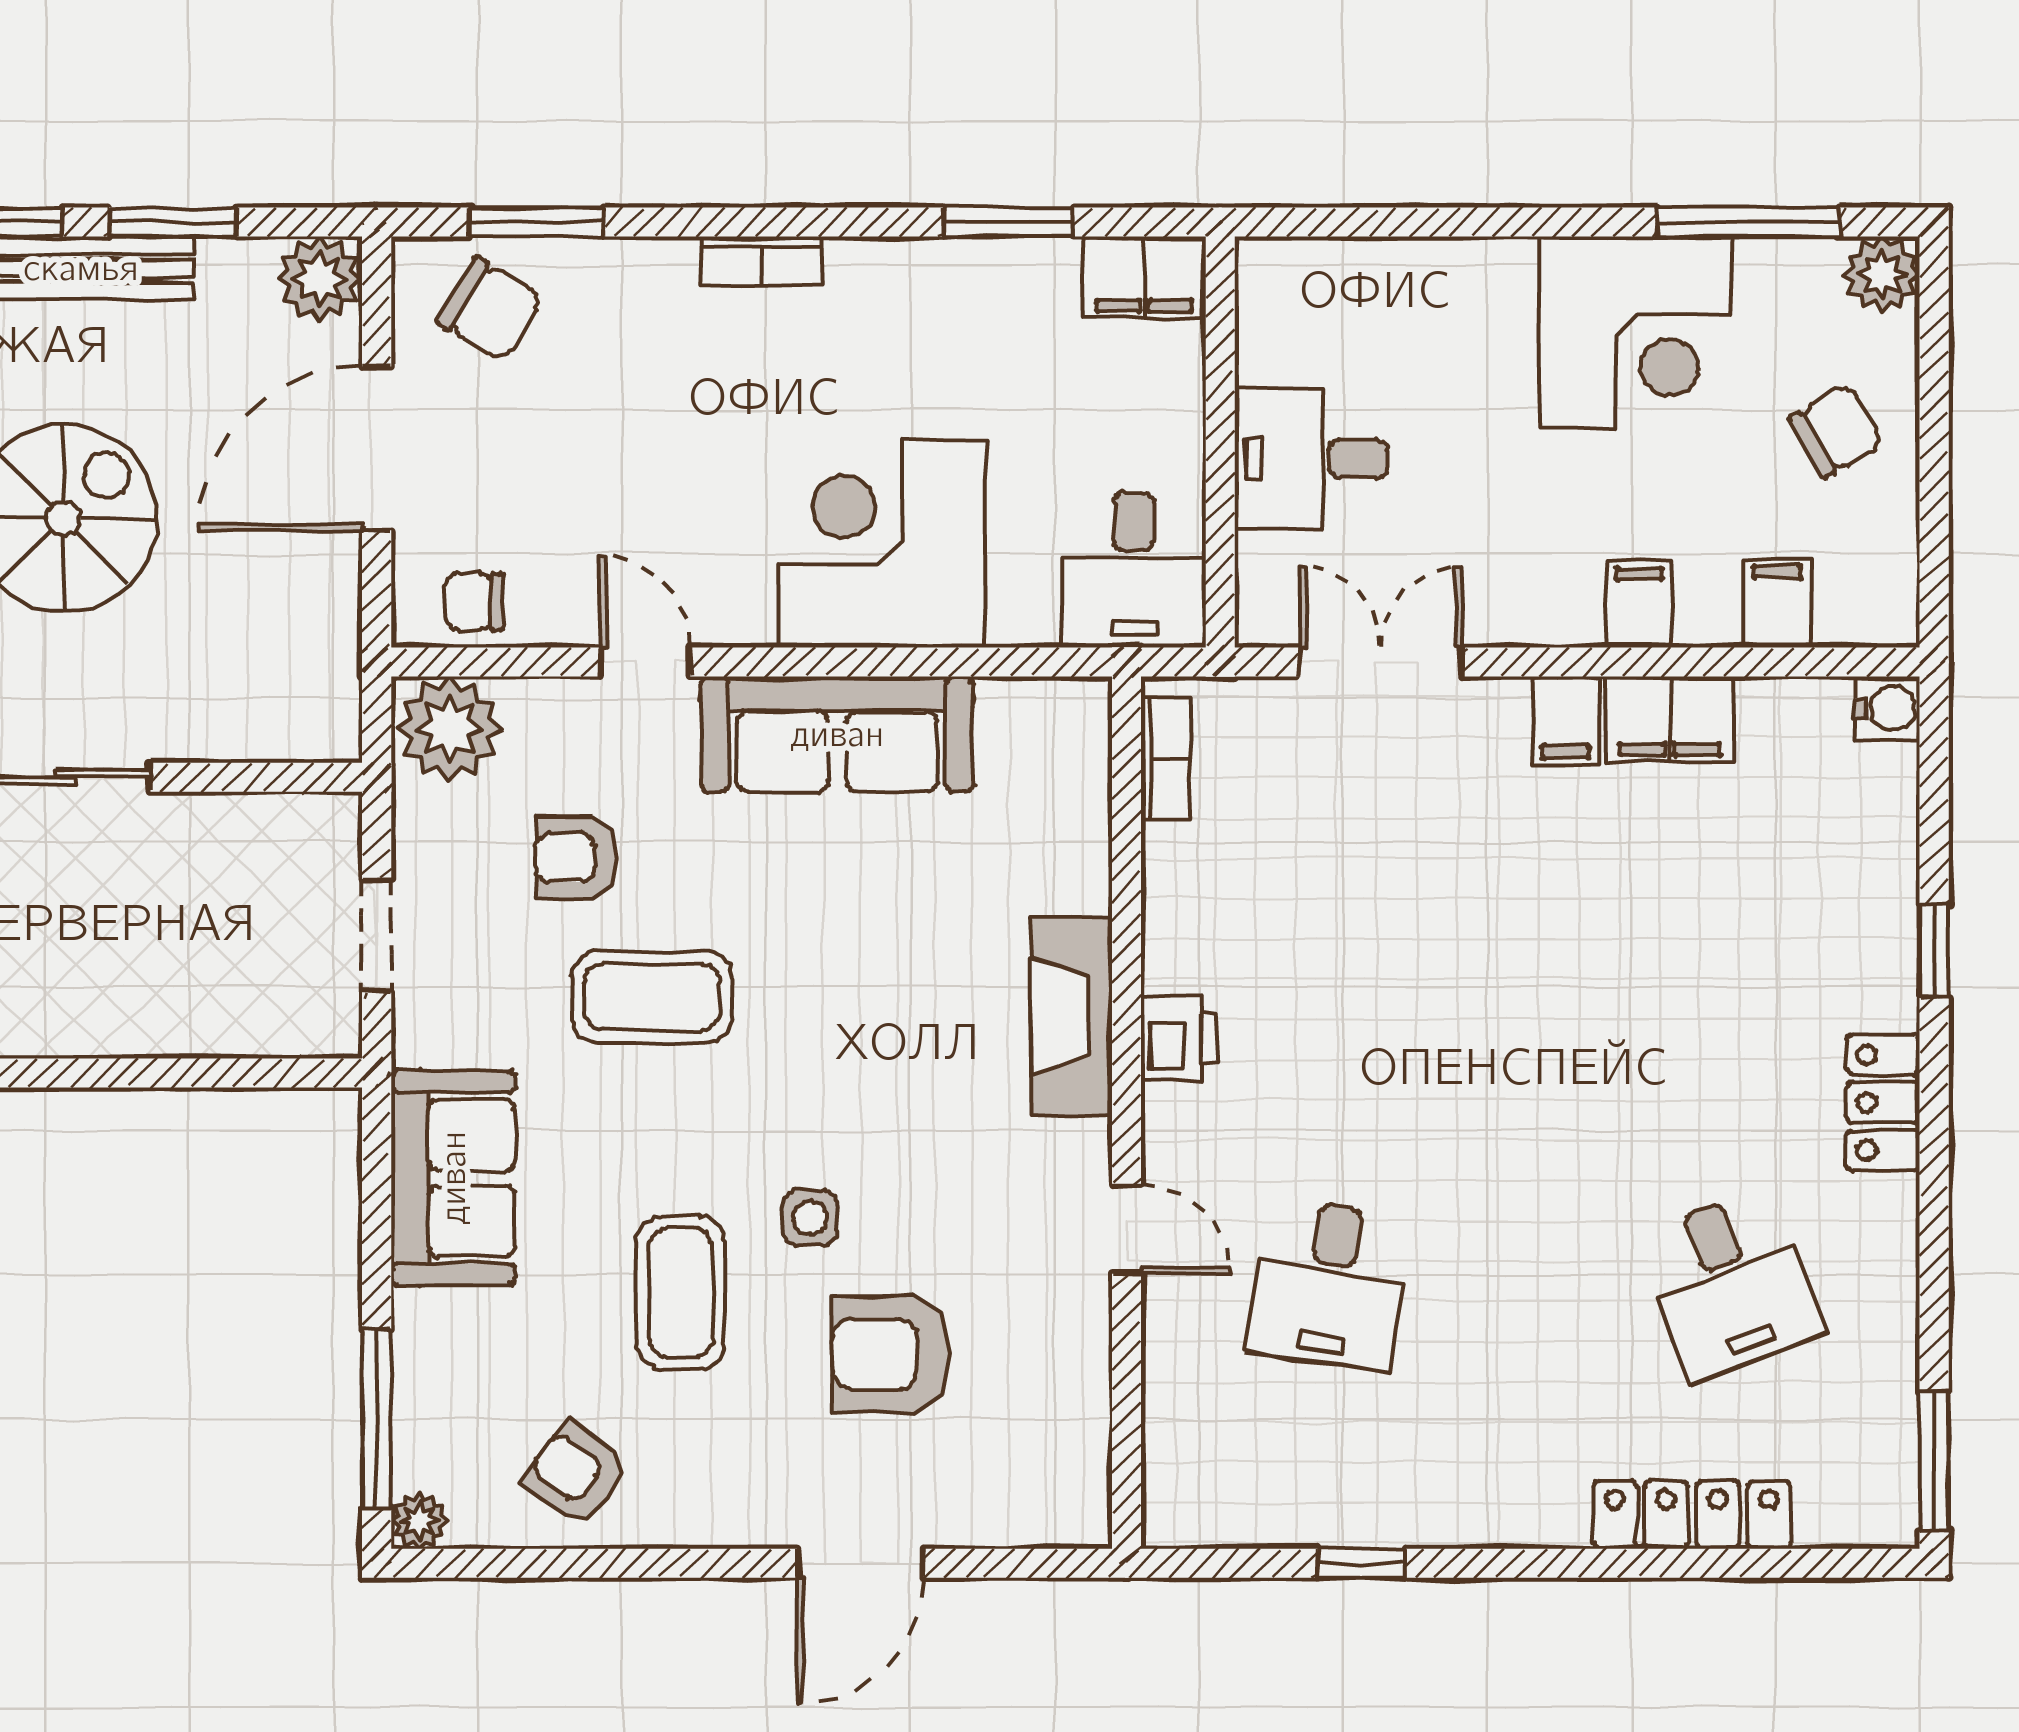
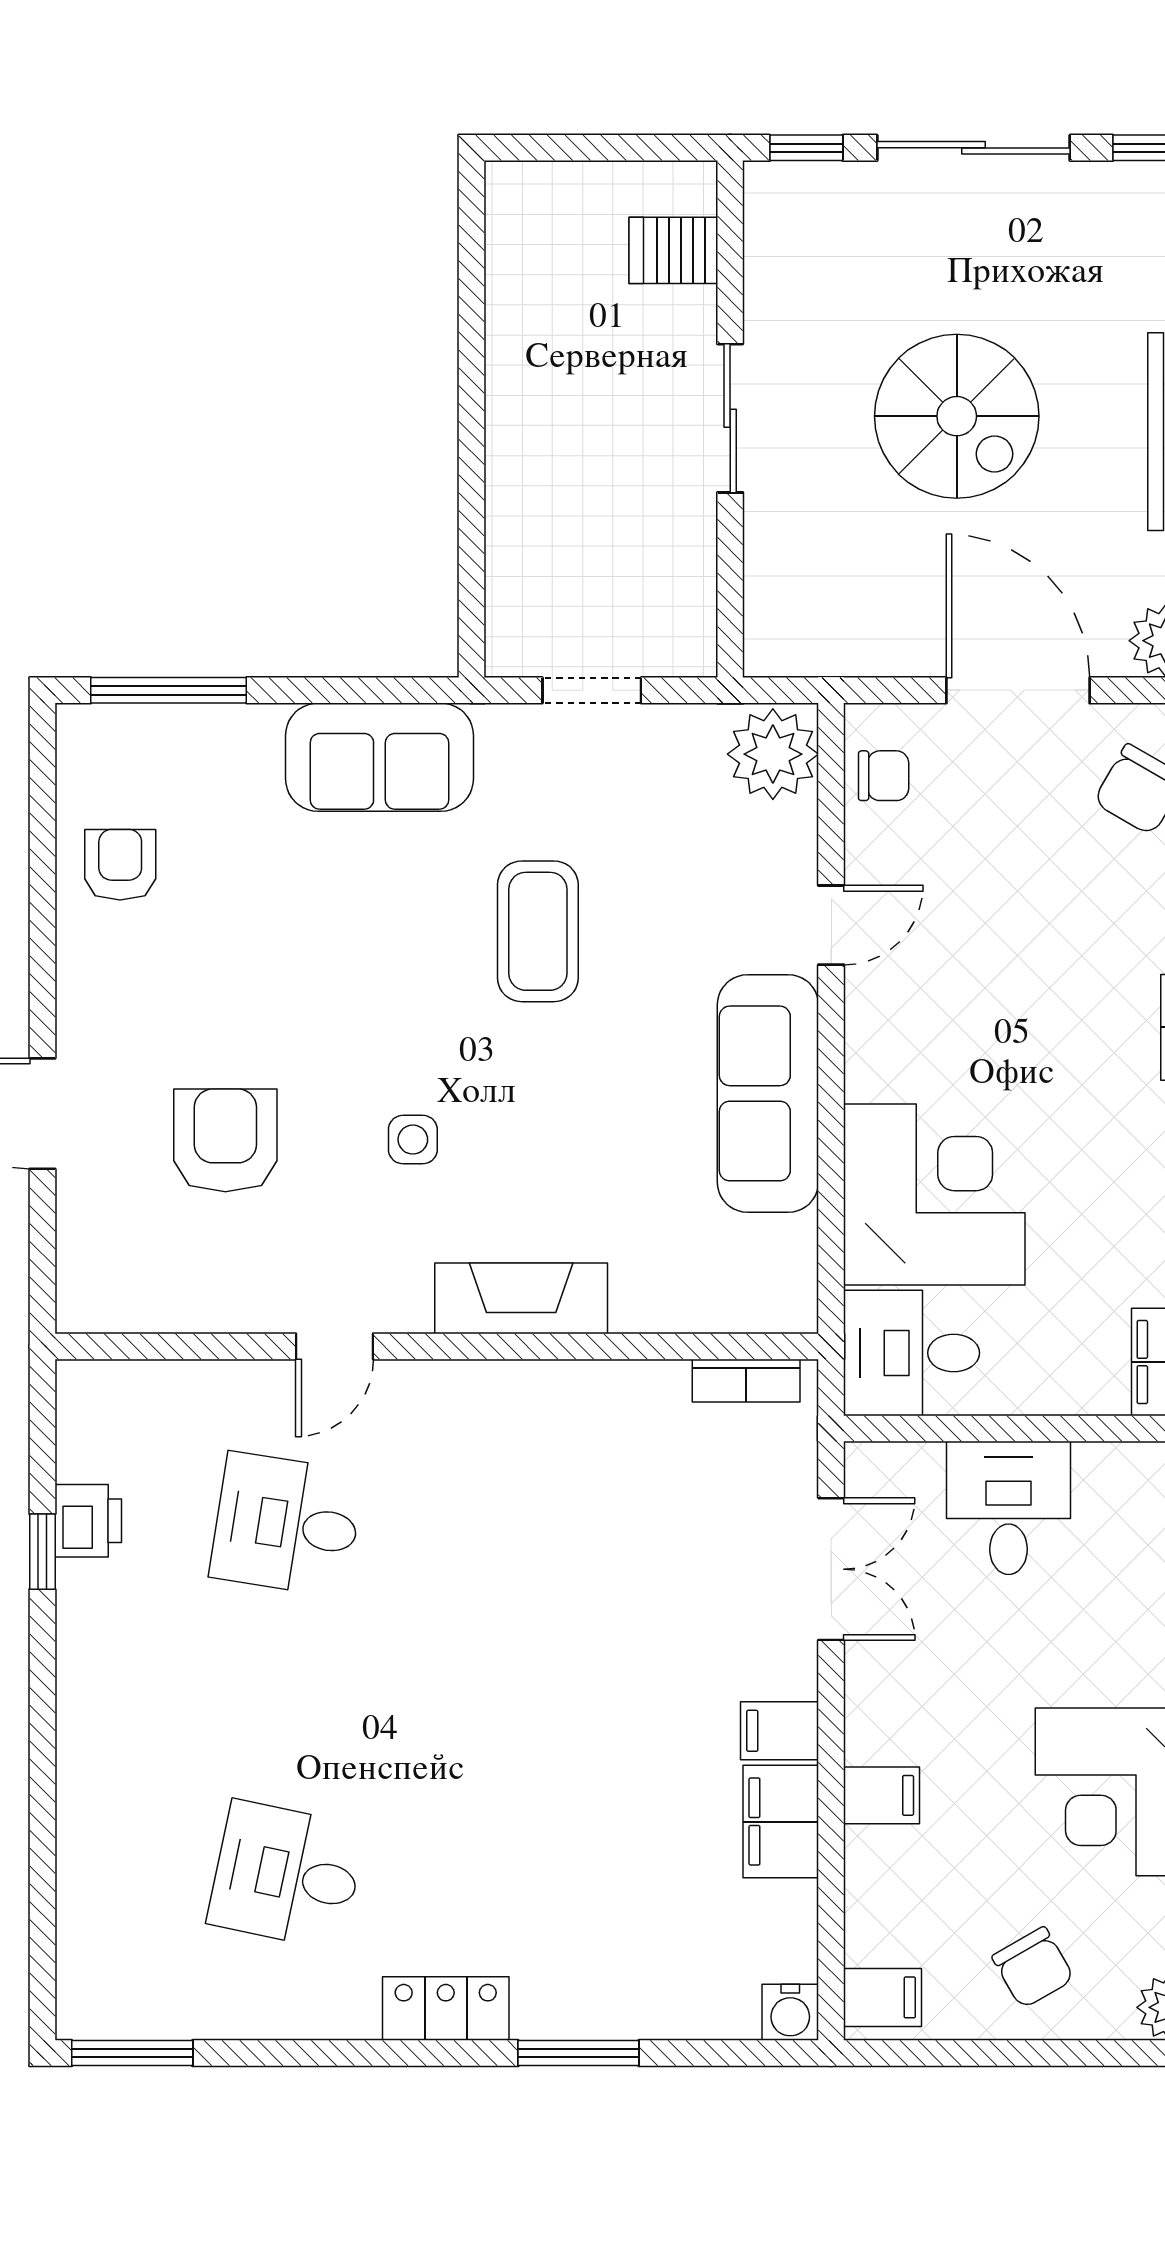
corner desk: (881, 544) -> (934, 1194), moved
chair: (474, 602) -> (884, 776), turned 90
filing cabinet: (1777, 603) -> (883, 1997), moved
armchair: (577, 857) -> (660, 865), removed
window: (1934, 951) -> (578, 2053), width x1.50
printer: (1179, 1039) -> (88, 1521), moved, turned -90
side table: (810, 1217) -> (413, 1140), moved
desk: (1731, 1284) -> (287, 1875), turned 33
coffee table: (681, 1293) -> (279, 956), removed
armchair: (576, 1474) -> (120, 865), turned -37
locker: (1692, 1515) -> (85, 1841), removed
plant: (419, 1521) -> (80, 728), removed

